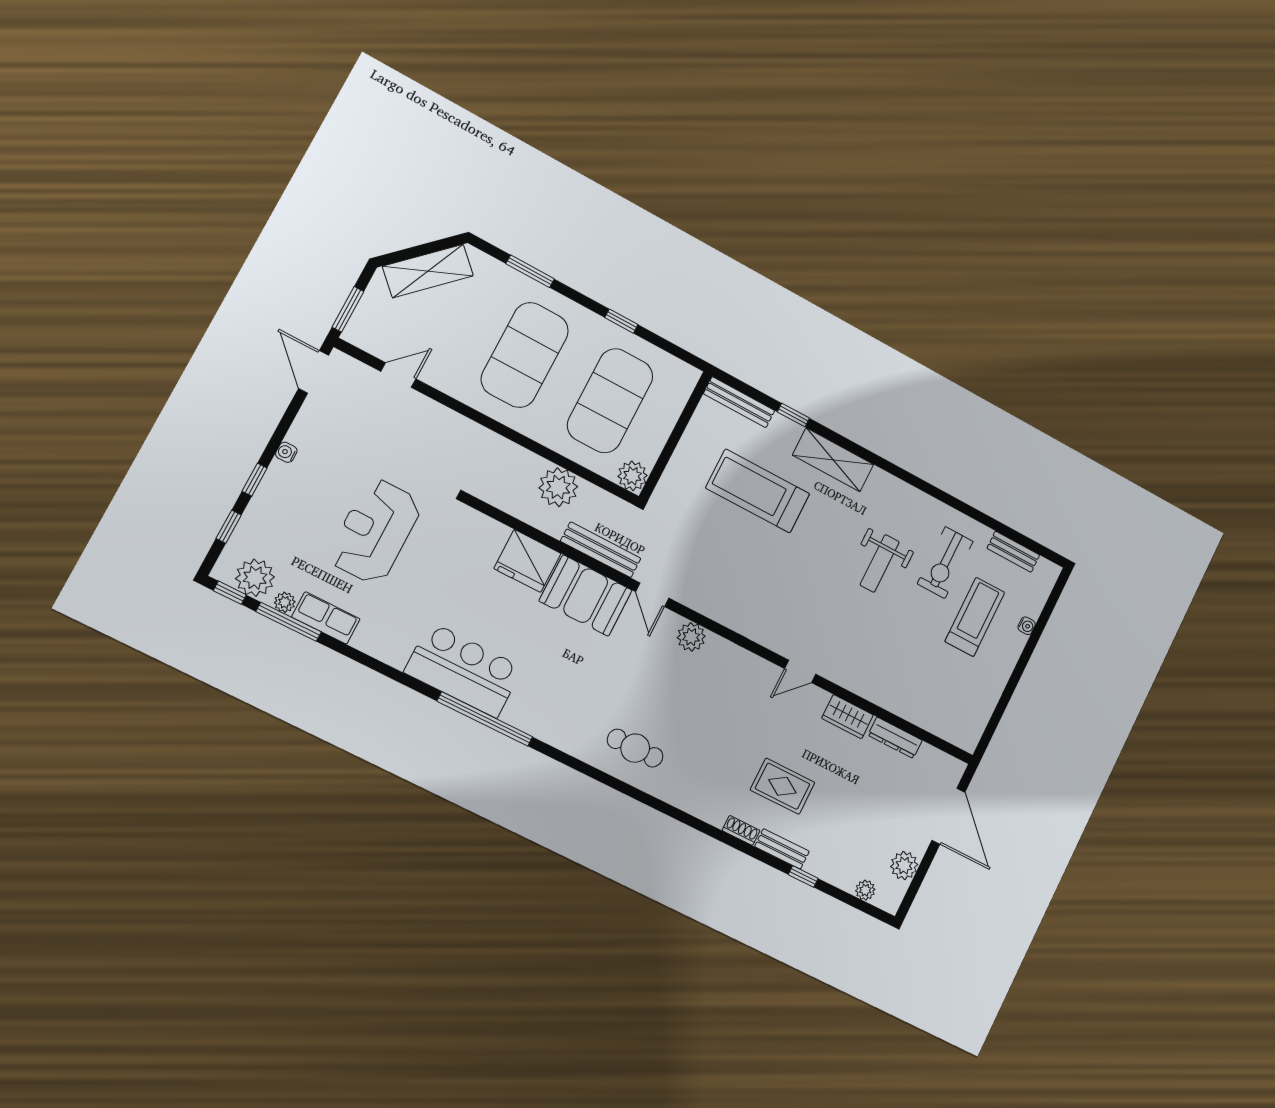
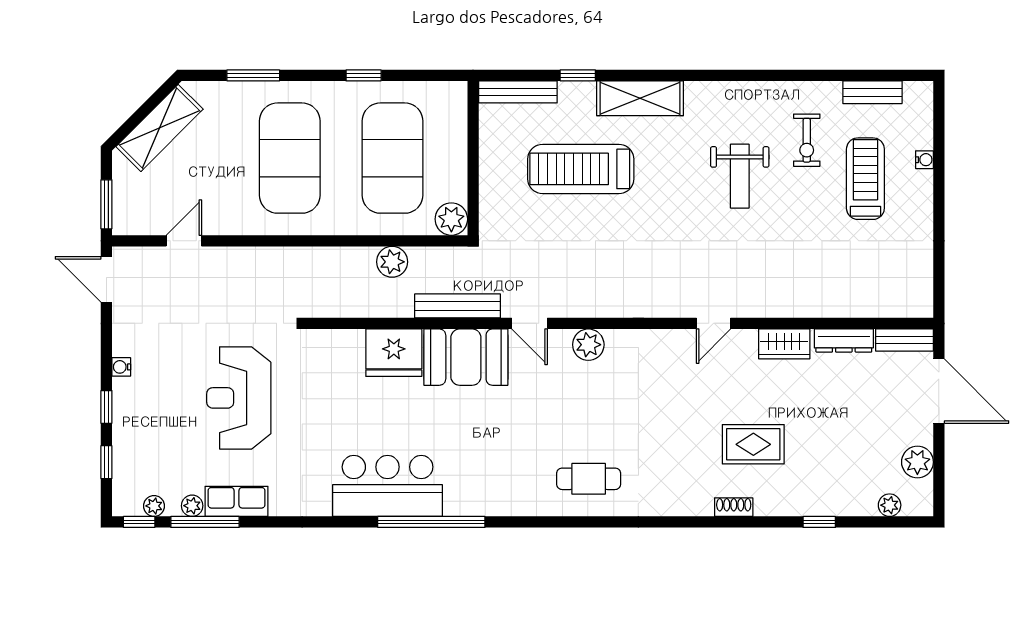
plant: (558, 487) -> (392, 262), width x0.73, depth x0.73
exercise bike: (945, 563) -> (807, 140), width x0.73, depth x0.72
plant: (255, 578) -> (154, 506), width x0.53, depth x0.53
bench: (782, 849) -> (904, 340), moved

